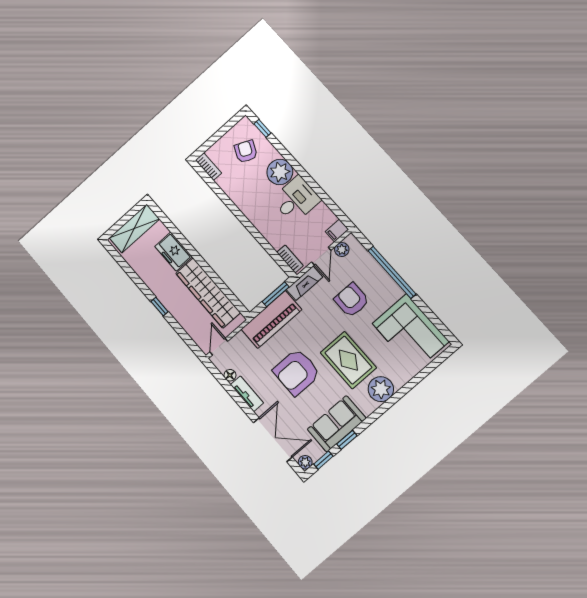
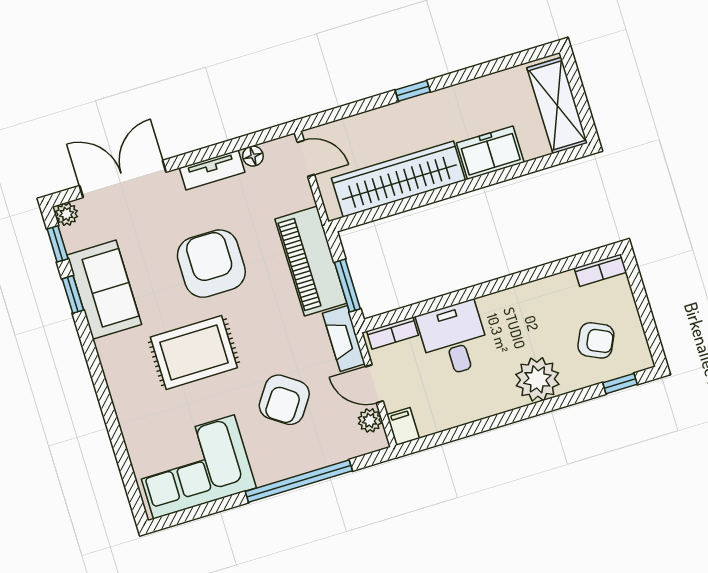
desk: (296, 200) -> (454, 339), moved, turned 180
armchair: (352, 300) -> (284, 400), turned 125
plant: (381, 389) -> (127, 382), removed
double door: (273, 440) -> (123, 179), swing flipped

